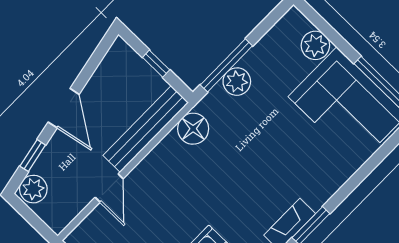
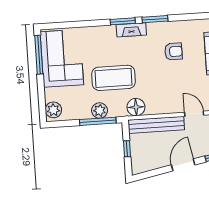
plant: (315, 45) -> (53, 110), moved
coffee table: (257, 141) -> (114, 78), added
door: (109, 188) -> (194, 114), hinge flipped

